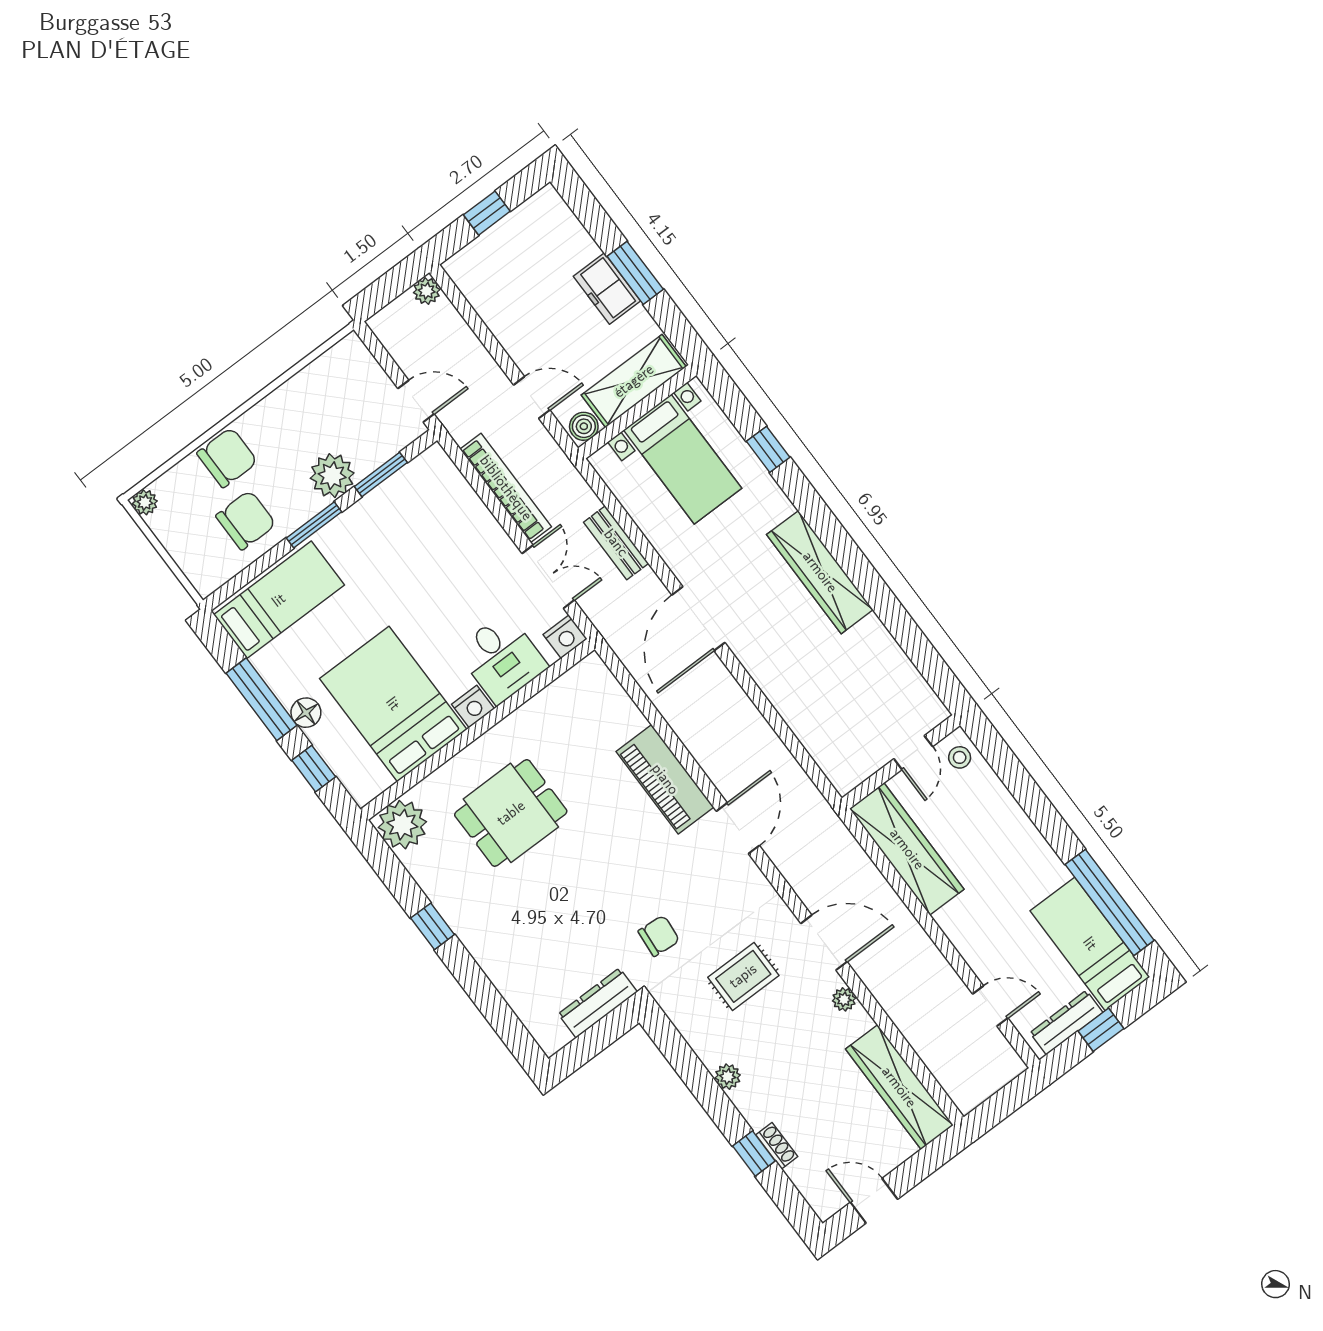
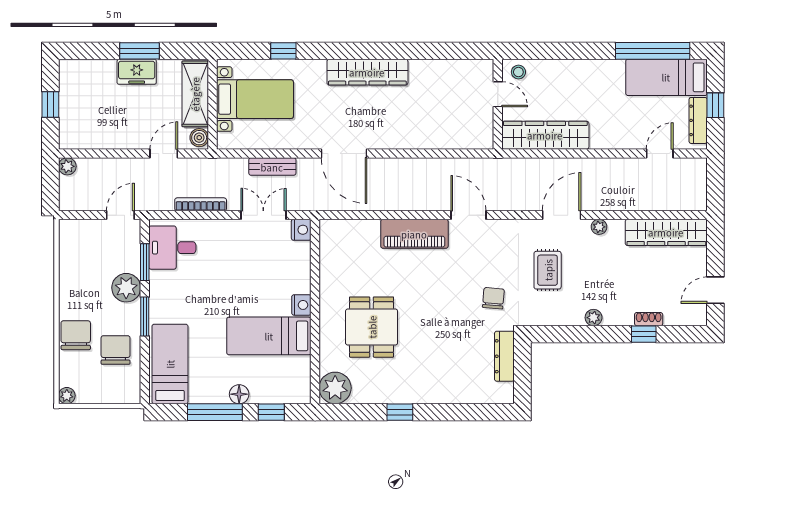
bookcase: (506, 488) -> (201, 204), width x0.68, depth x0.76
desk: (502, 658) -> (172, 248), moved, turned 180
bed: (393, 704) -> (269, 336), width x0.67

